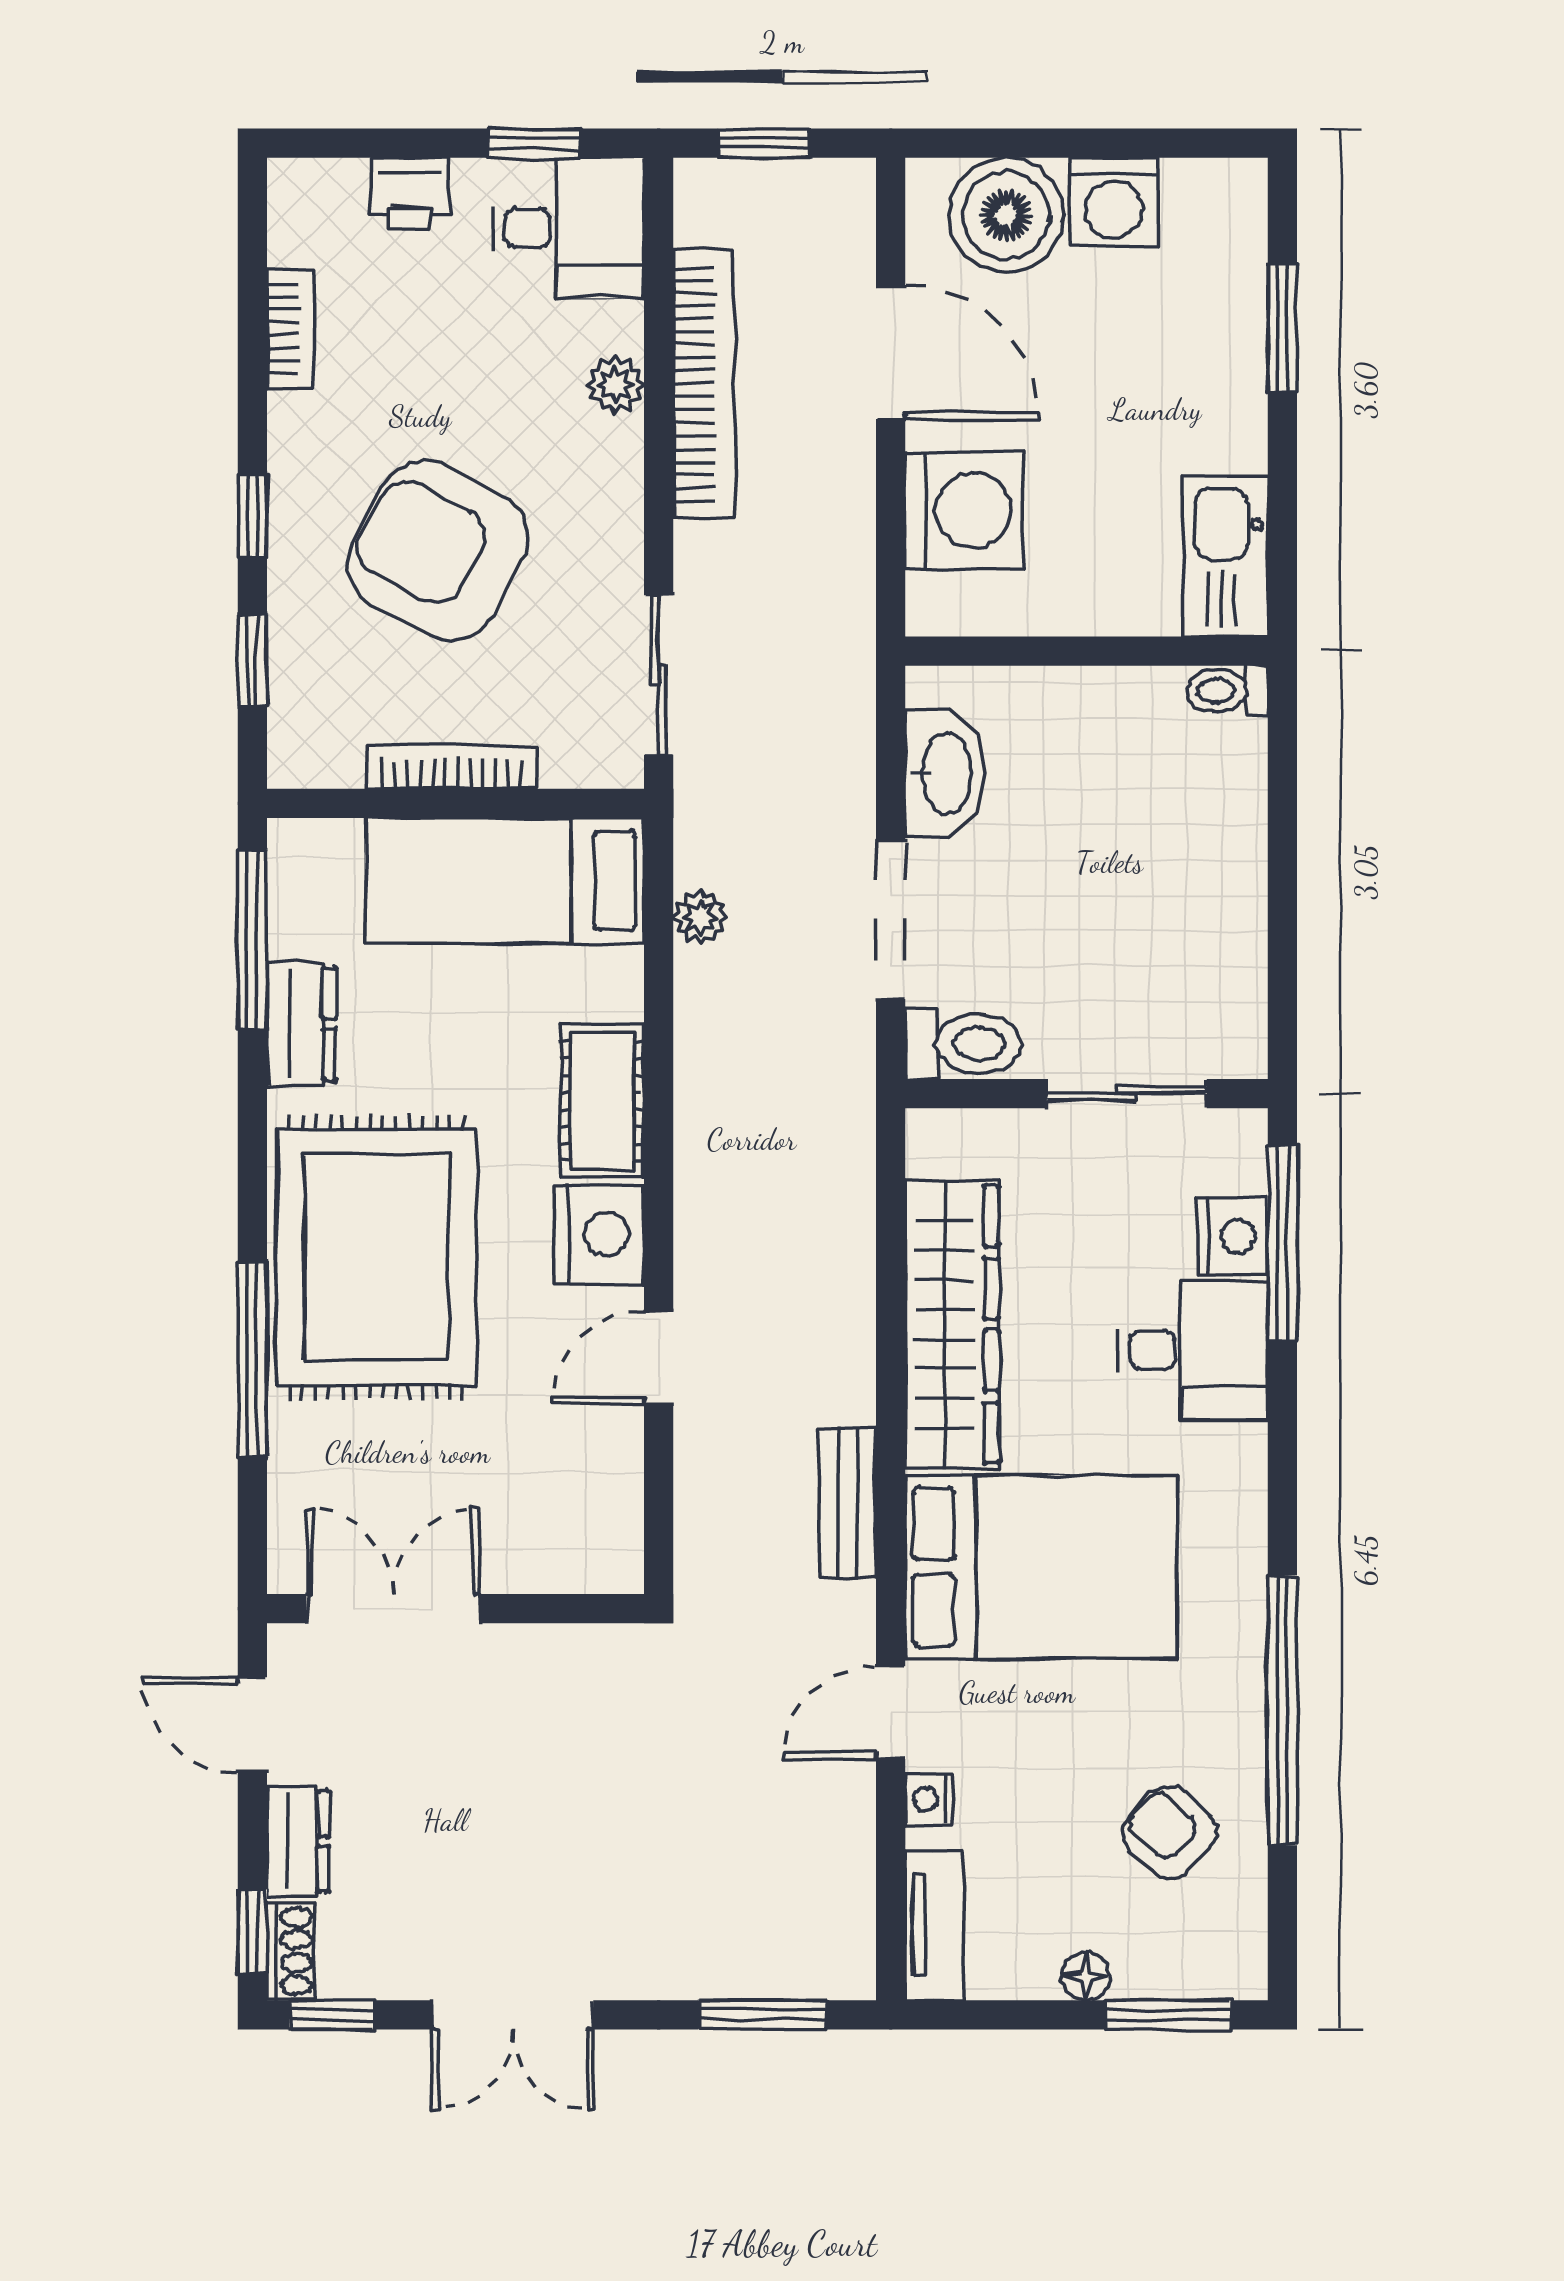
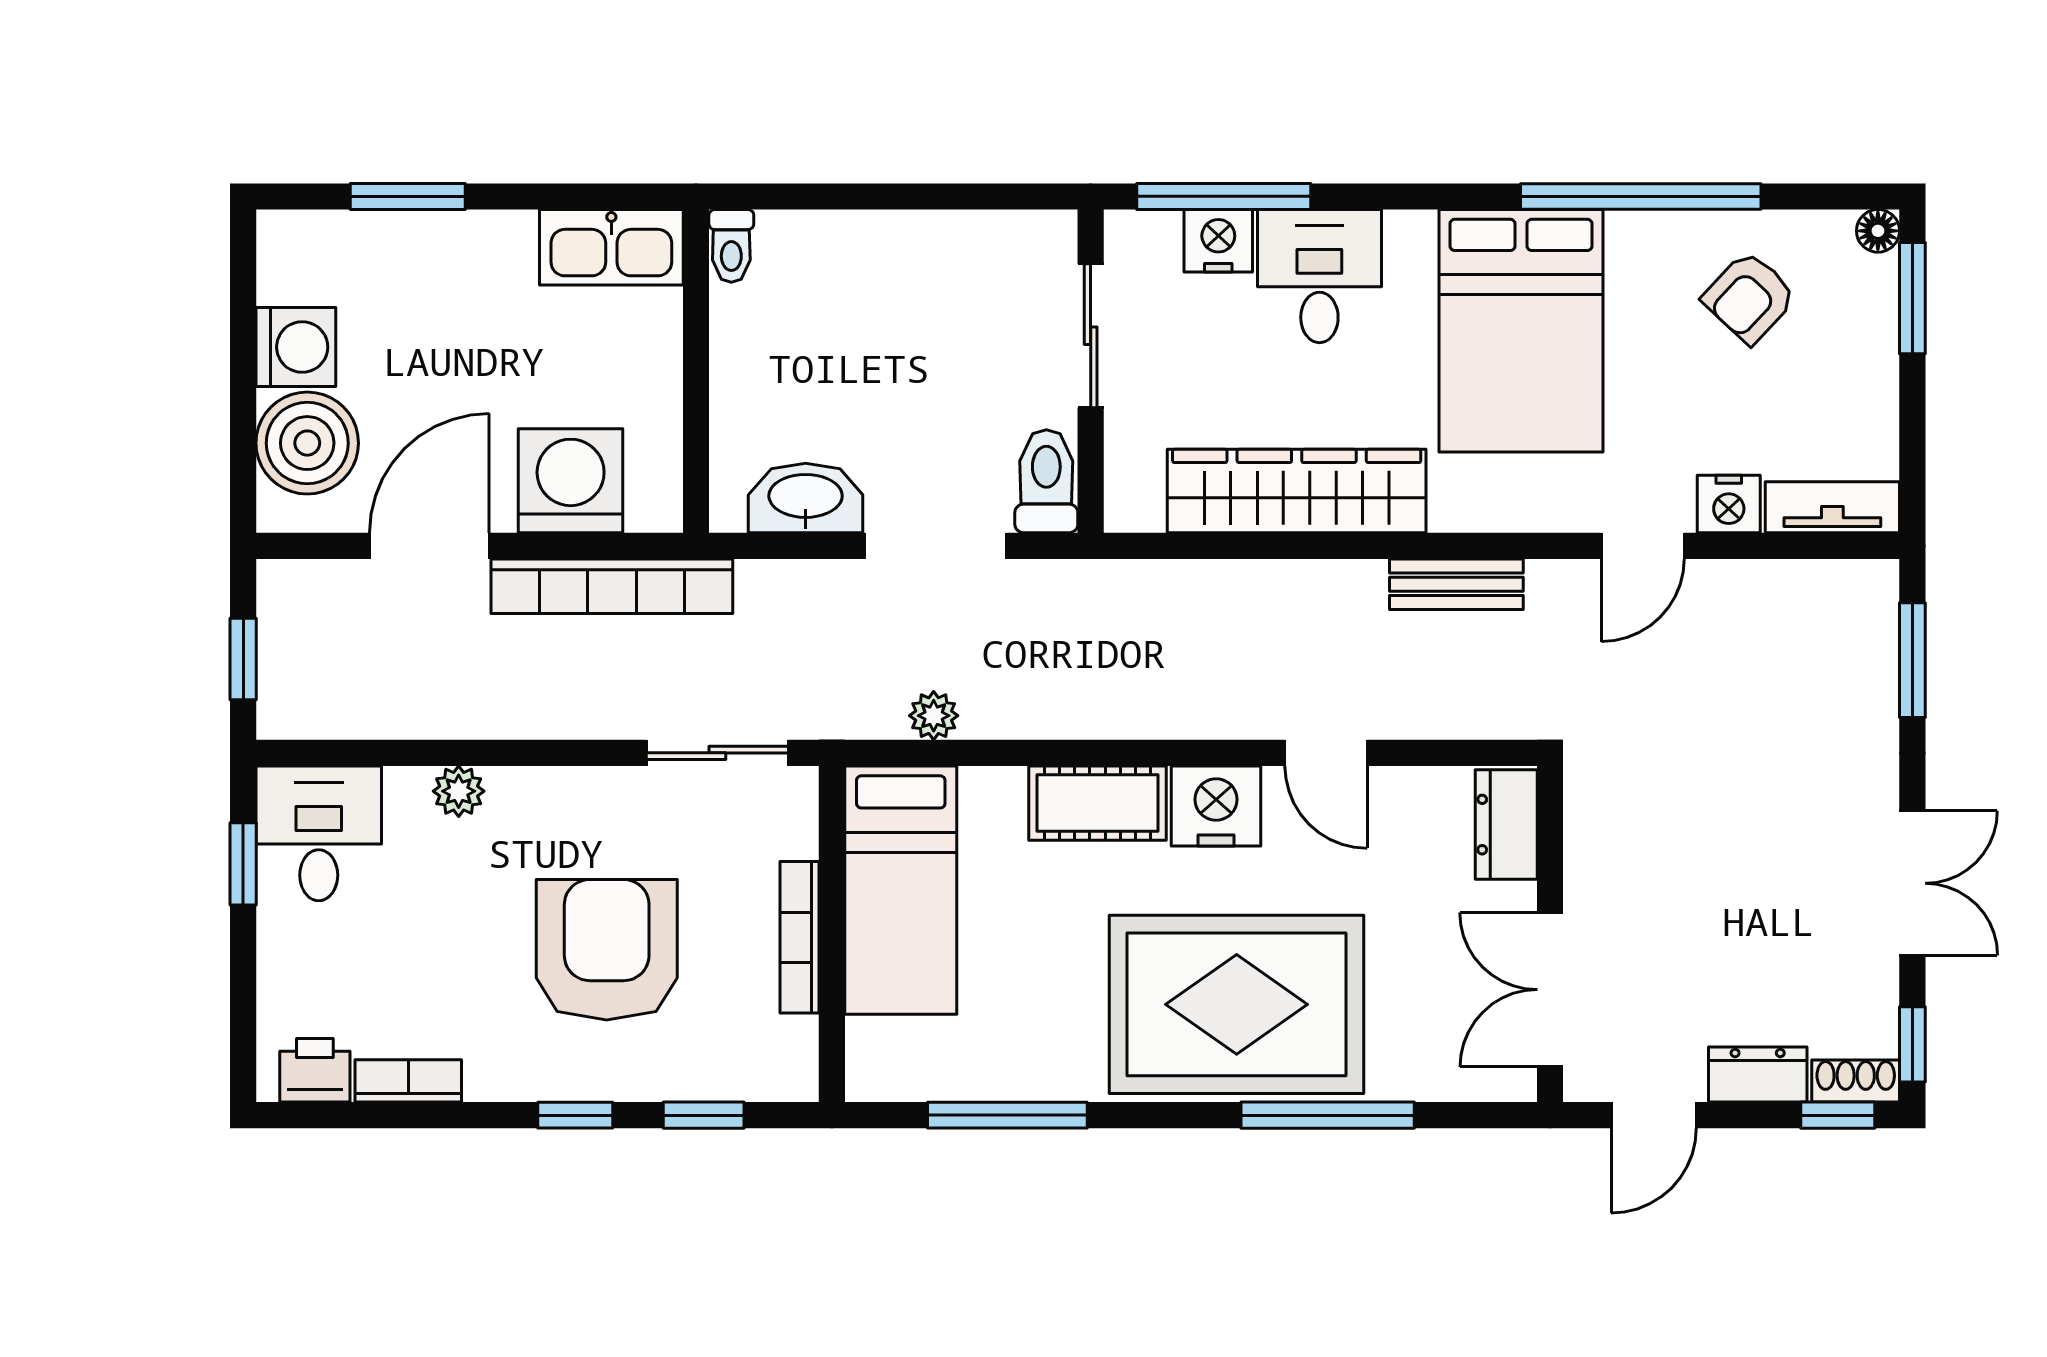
printer: (409, 194) -> (315, 1070), moved, turned -90
bookcase: (704, 384) -> (612, 586), moved, turned 180
armchair: (438, 551) -> (607, 950), turned 152
window: (252, 939) -> (1007, 1115), moved
dresser: (301, 1024) -> (1506, 825), moved, turned -90
bed: (1041, 1567) -> (1521, 331), moved, turned 180
door: (891, 1713) -> (1643, 546), hinge flipped
nightstand: (929, 1799) -> (1729, 504), width x1.39, depth x1.35
floor lamp: (1086, 1976) -> (1878, 231), moved

